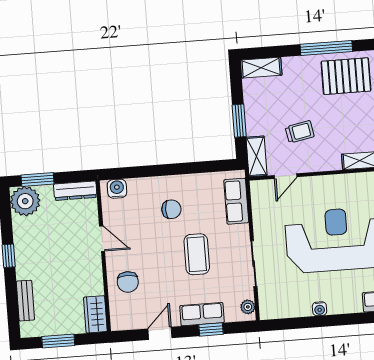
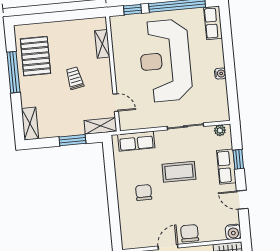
trolley: (300, 132) -> (75, 78), moved
water cooler: (117, 189) -> (233, 232), moved, turned -90
chair: (128, 282) -> (190, 233), moved, turned -90

